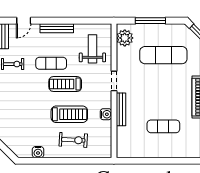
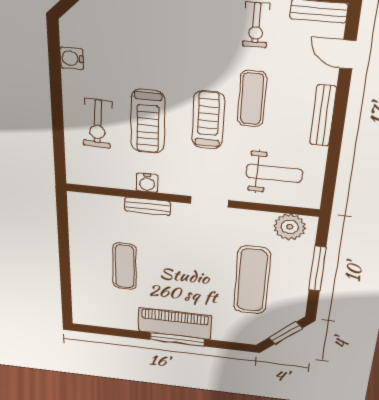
bench: (121, 109) -> (148, 206), width x0.73

